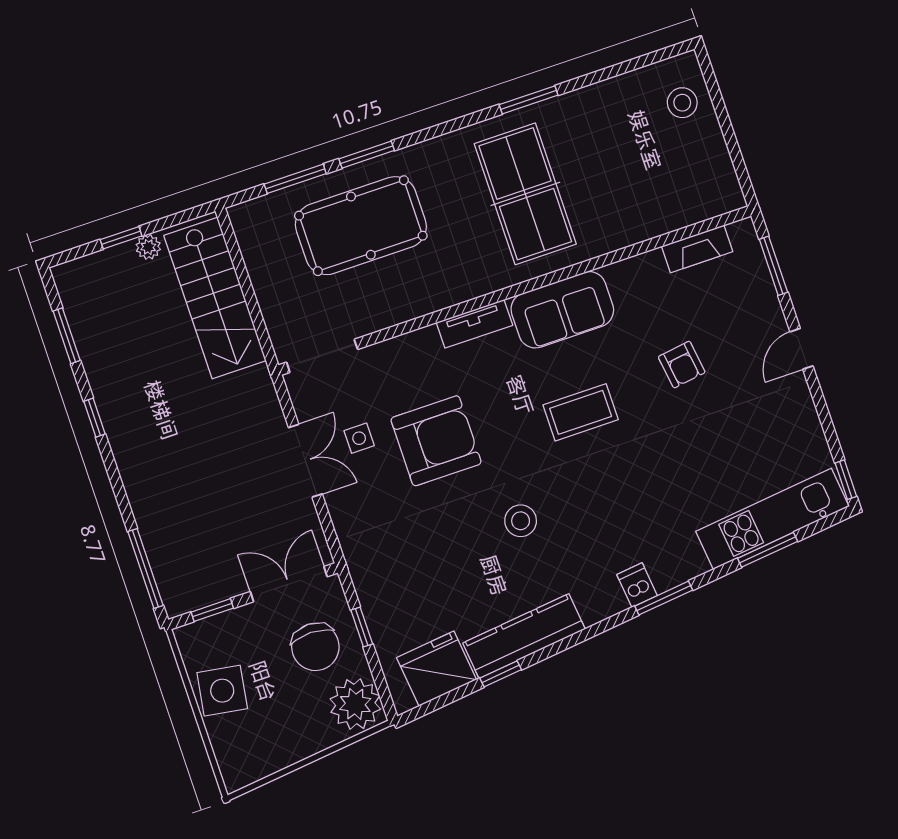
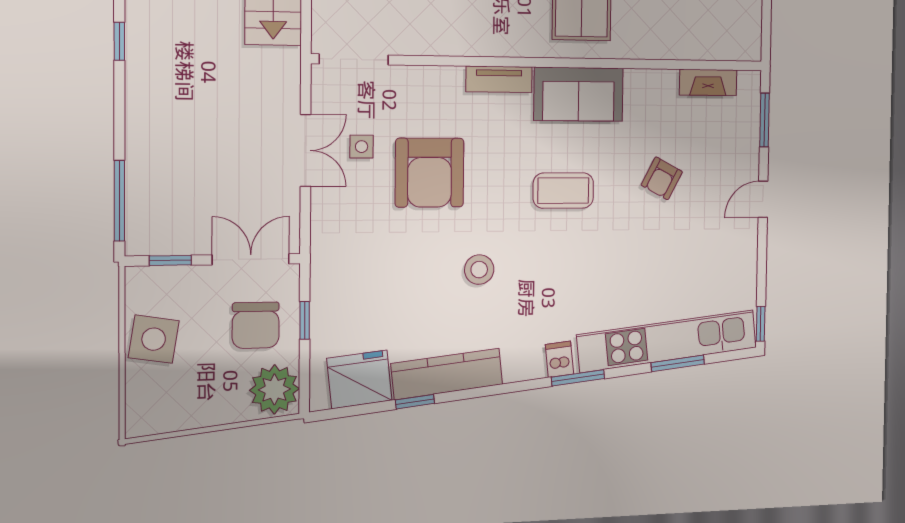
armchair: (682, 365) -> (662, 178), turned 36
armchair: (436, 441) -> (430, 173), turned 90
kitchen unit: (772, 519) -> (667, 341), width x1.36

